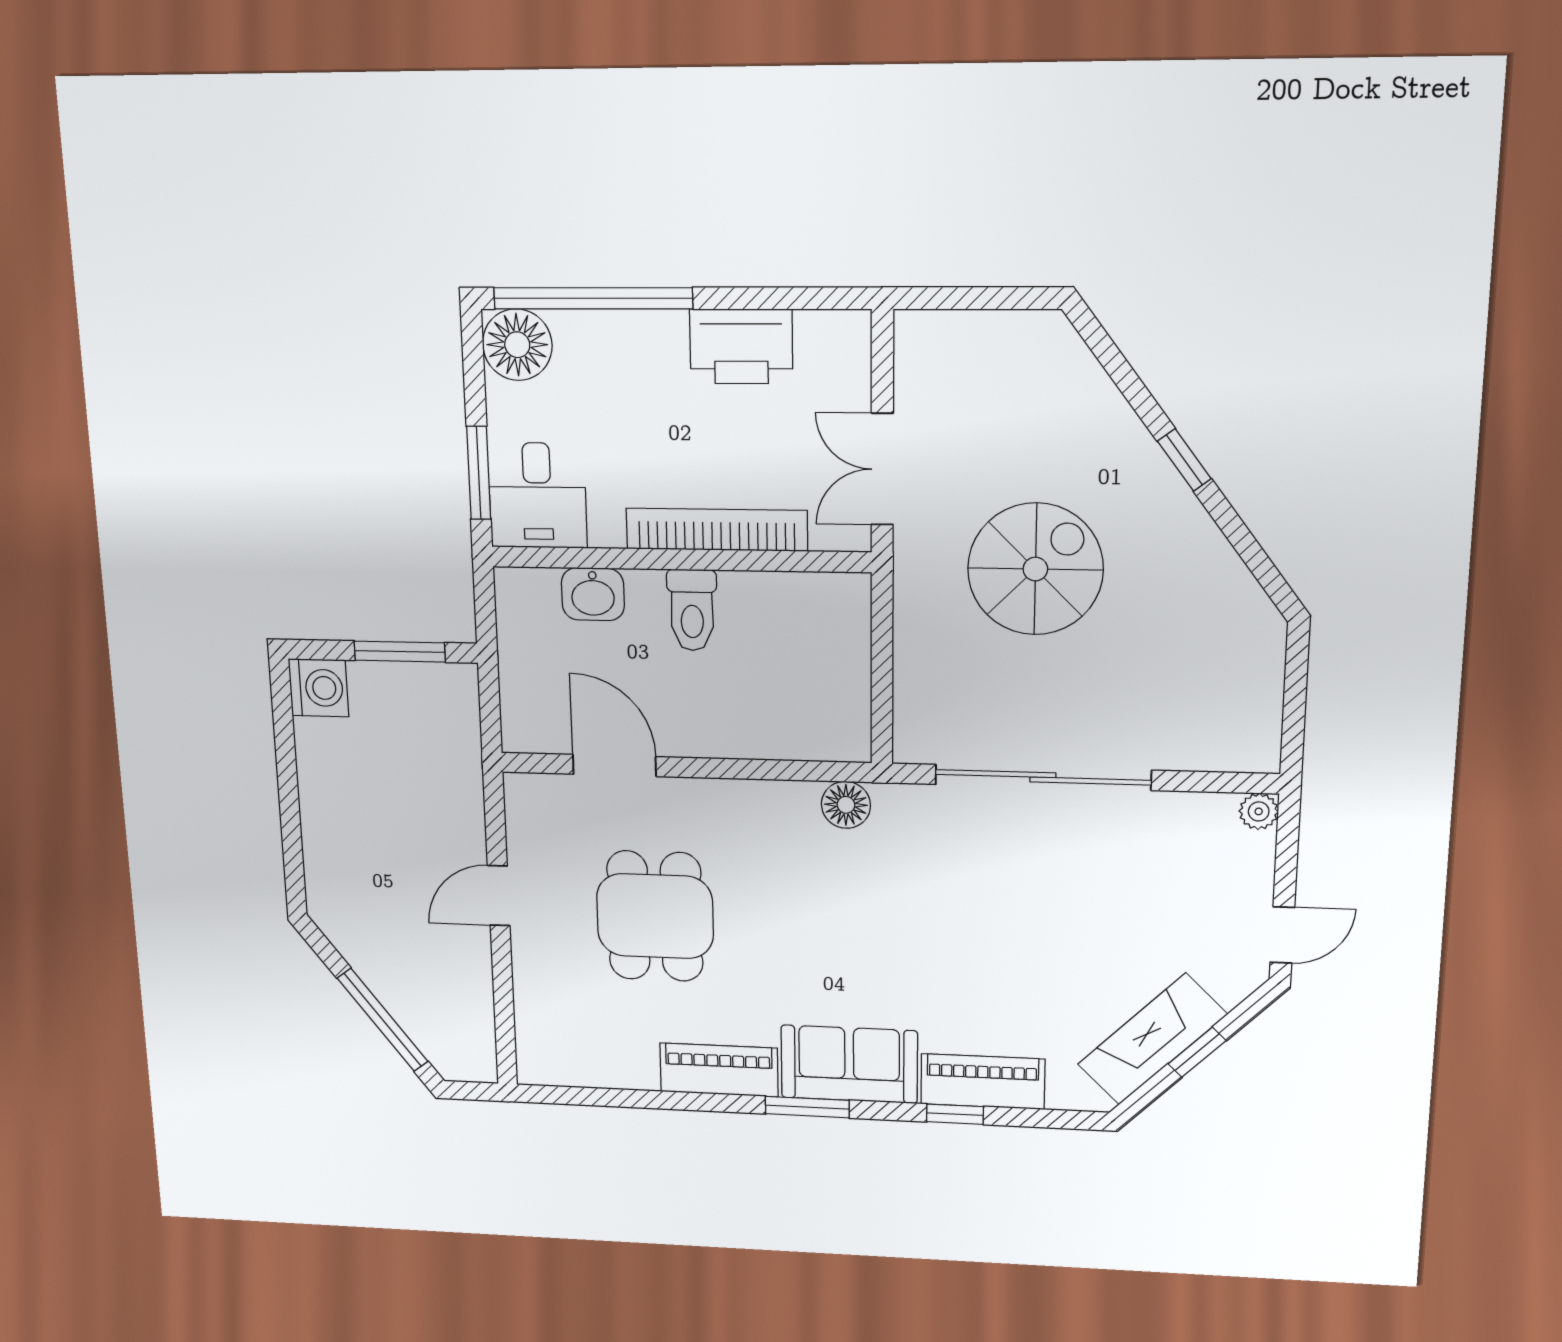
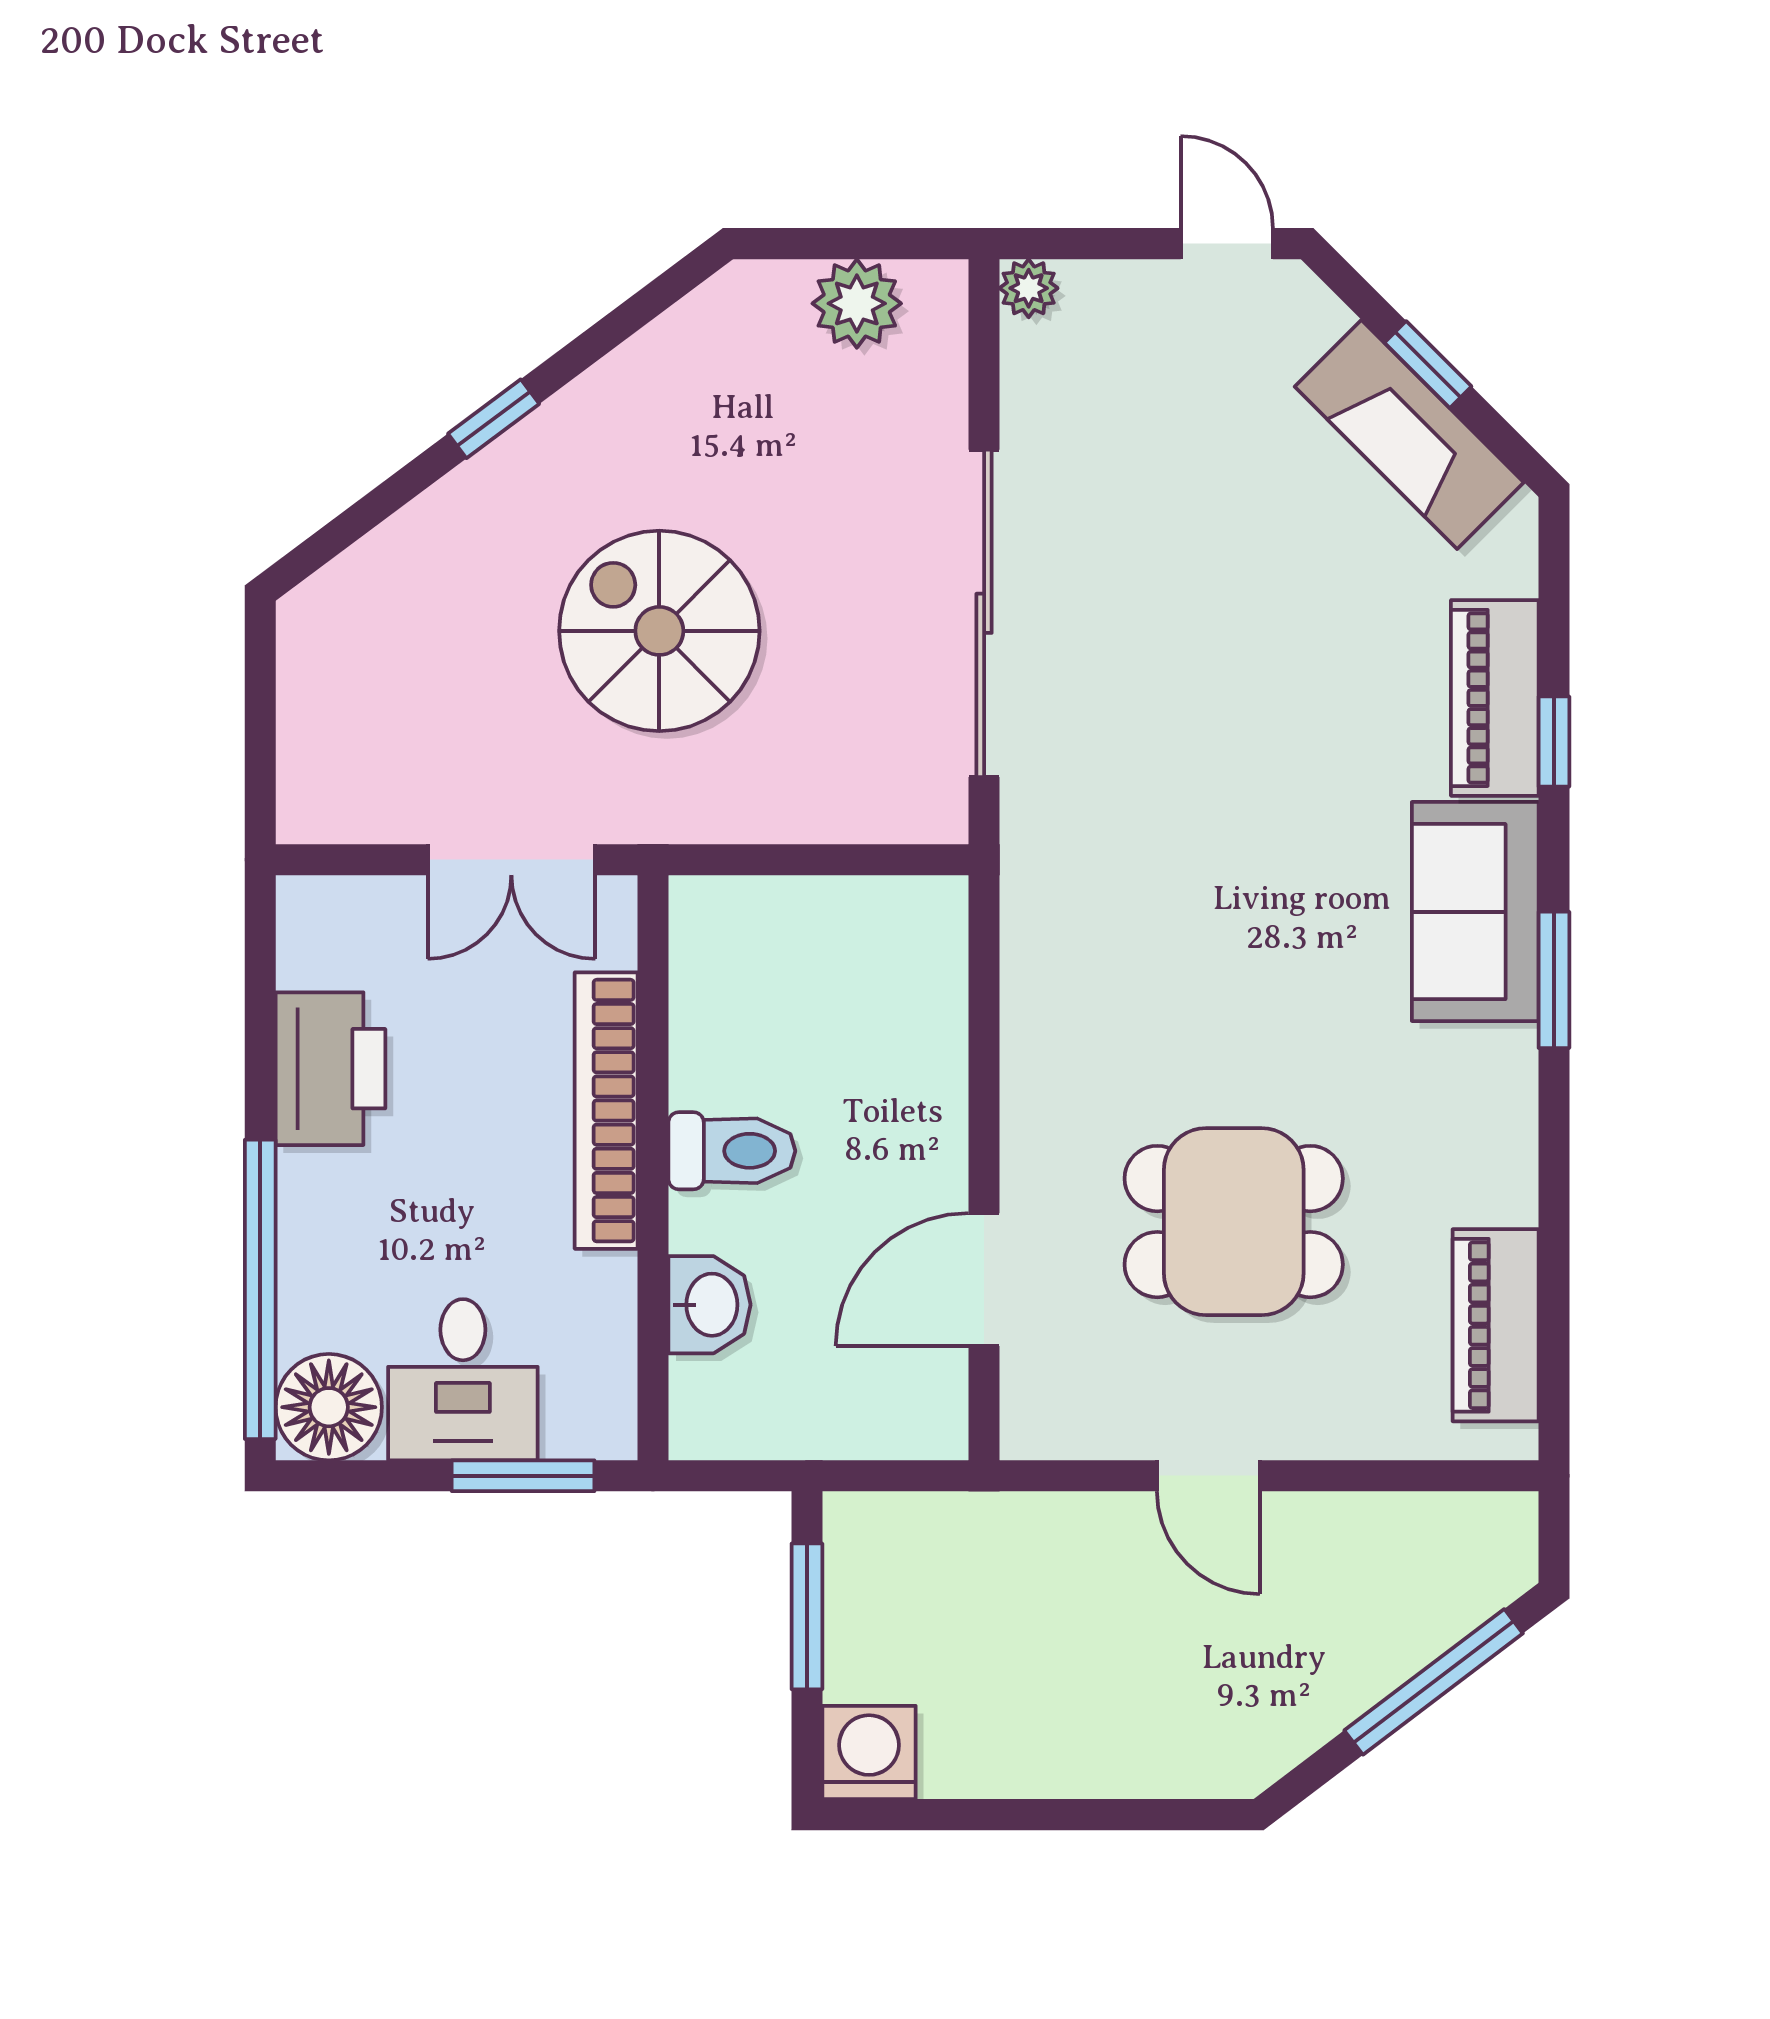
desk: (537, 495) -> (463, 1380), moved, turned 90
plant: (1254, 702) -> (857, 303), added
floor lamp: (846, 805) -> (1038, 915), removed
piano: (719, 1070) -> (1496, 1325), moved

